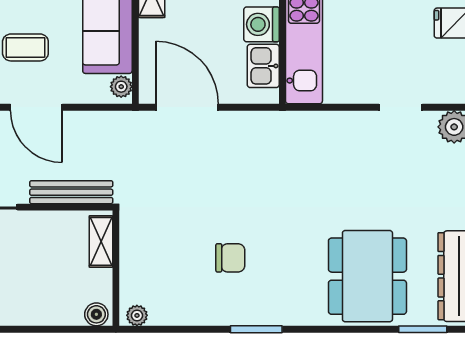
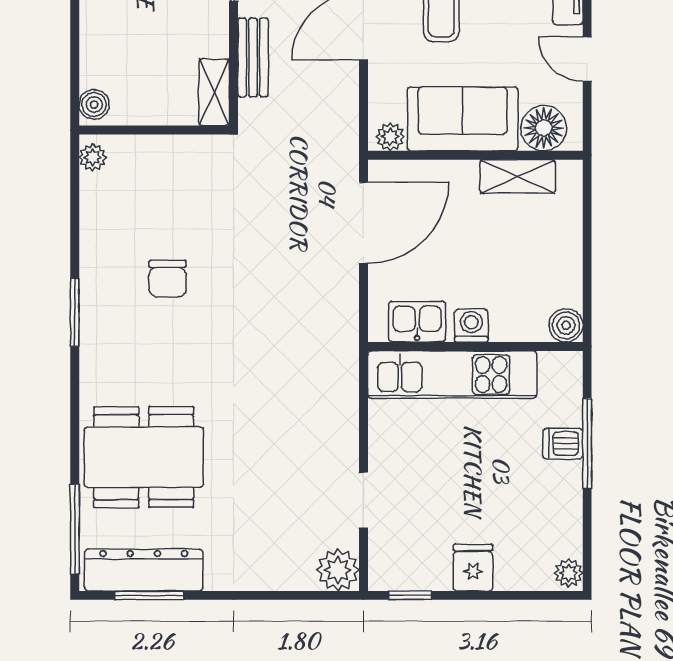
washing machine: (261, 24) -> (471, 326), width x0.73, depth x0.73
bench: (71, 192) -> (253, 57), width x0.73
shelving: (101, 241) -> (214, 92), moved, turned 90
window: (423, 329) -> (75, 529), width x1.44

